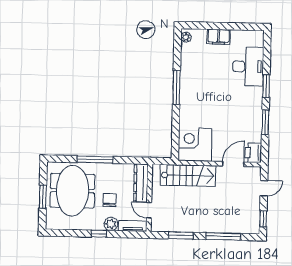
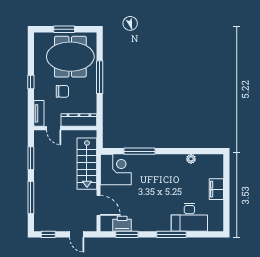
plant: (186, 37) -> (191, 159), moved
window: (266, 86) -> (171, 234), width x1.44
window: (176, 87) -> (139, 151), moved
window: (265, 122) -> (127, 234), moved
printer: (253, 153) -> (122, 224), moved
door: (149, 210) -> (54, 128), swing flipped
plant: (111, 224) -> (40, 93), removed

